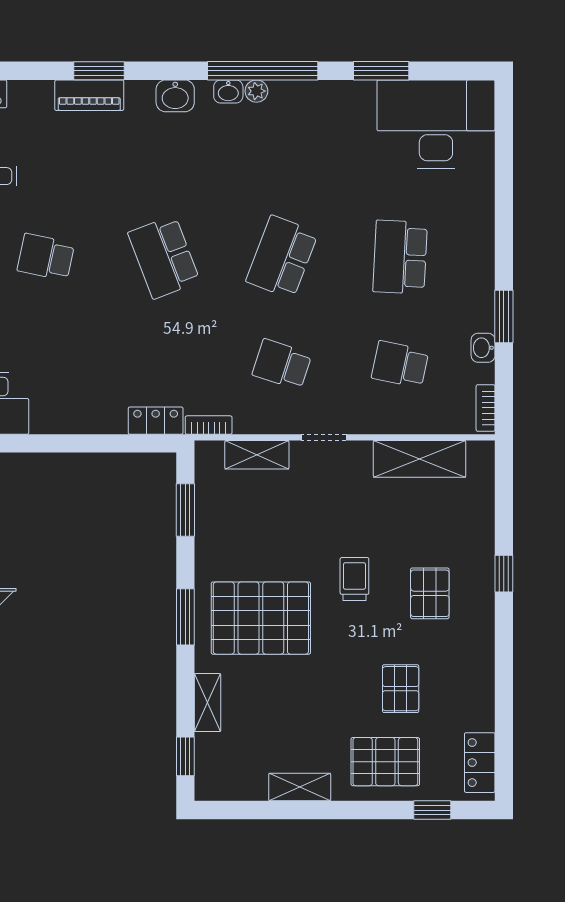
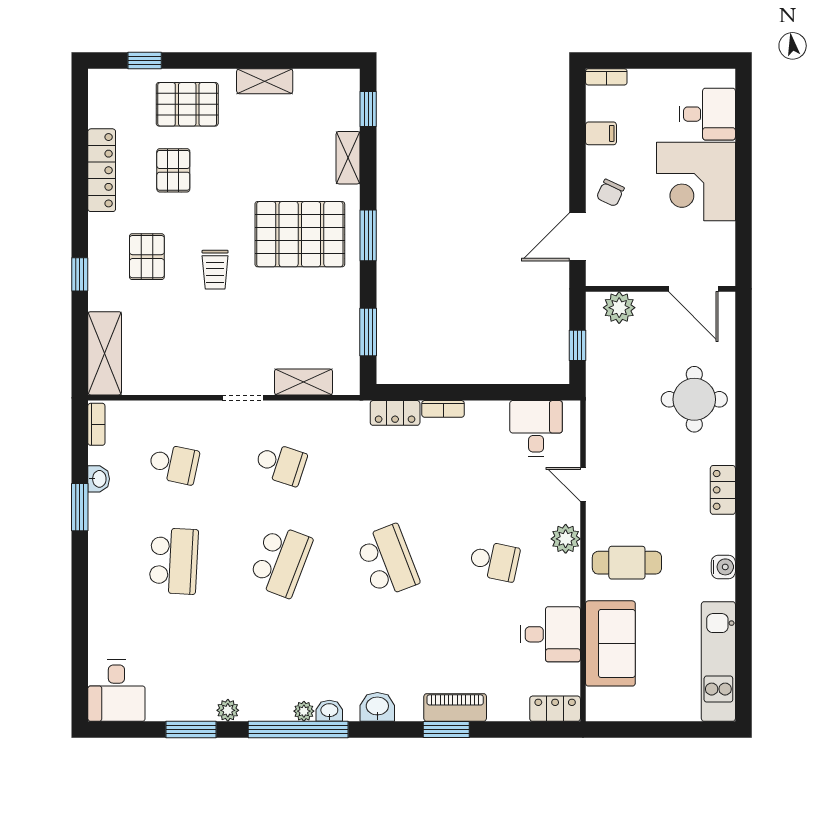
plant: (340, 92) -> (228, 710), added
desk: (436, 124) -> (116, 691), width x0.53, depth x0.77
bookcase: (209, 425) -> (443, 409), moved
shelving: (420, 459) -> (105, 353), moved, turned 90
locker: (480, 763) -> (102, 170), moved, width x1.53

